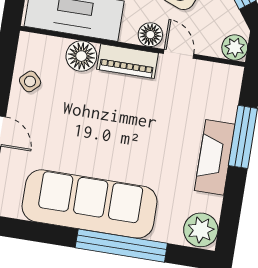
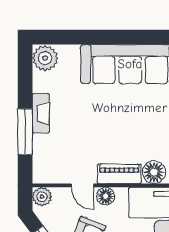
fireplace: (215, 157) -> (41, 113), width x0.73, depth x0.76
window: (121, 246) -> (102, 37), removed

